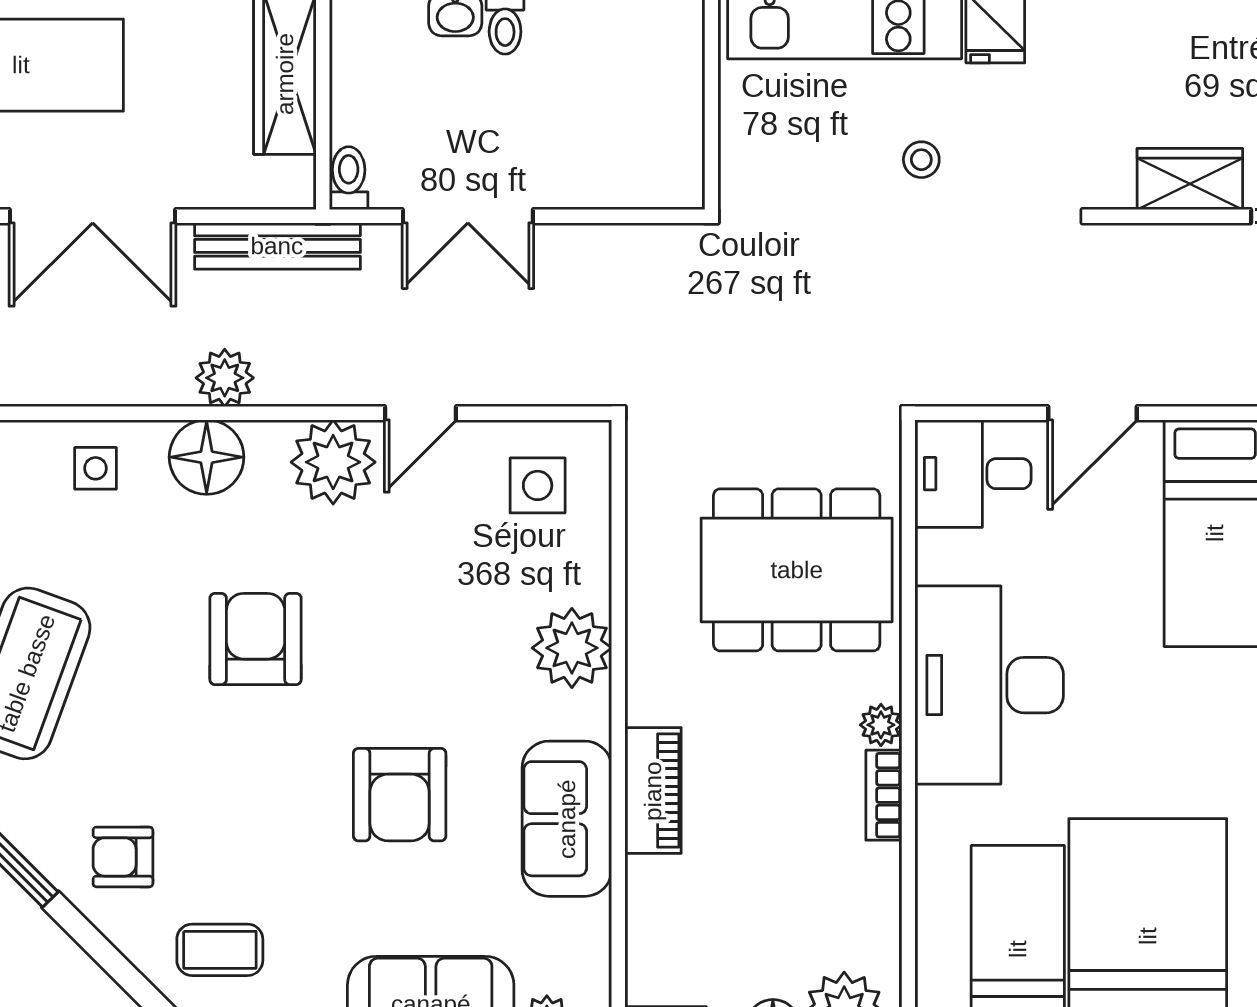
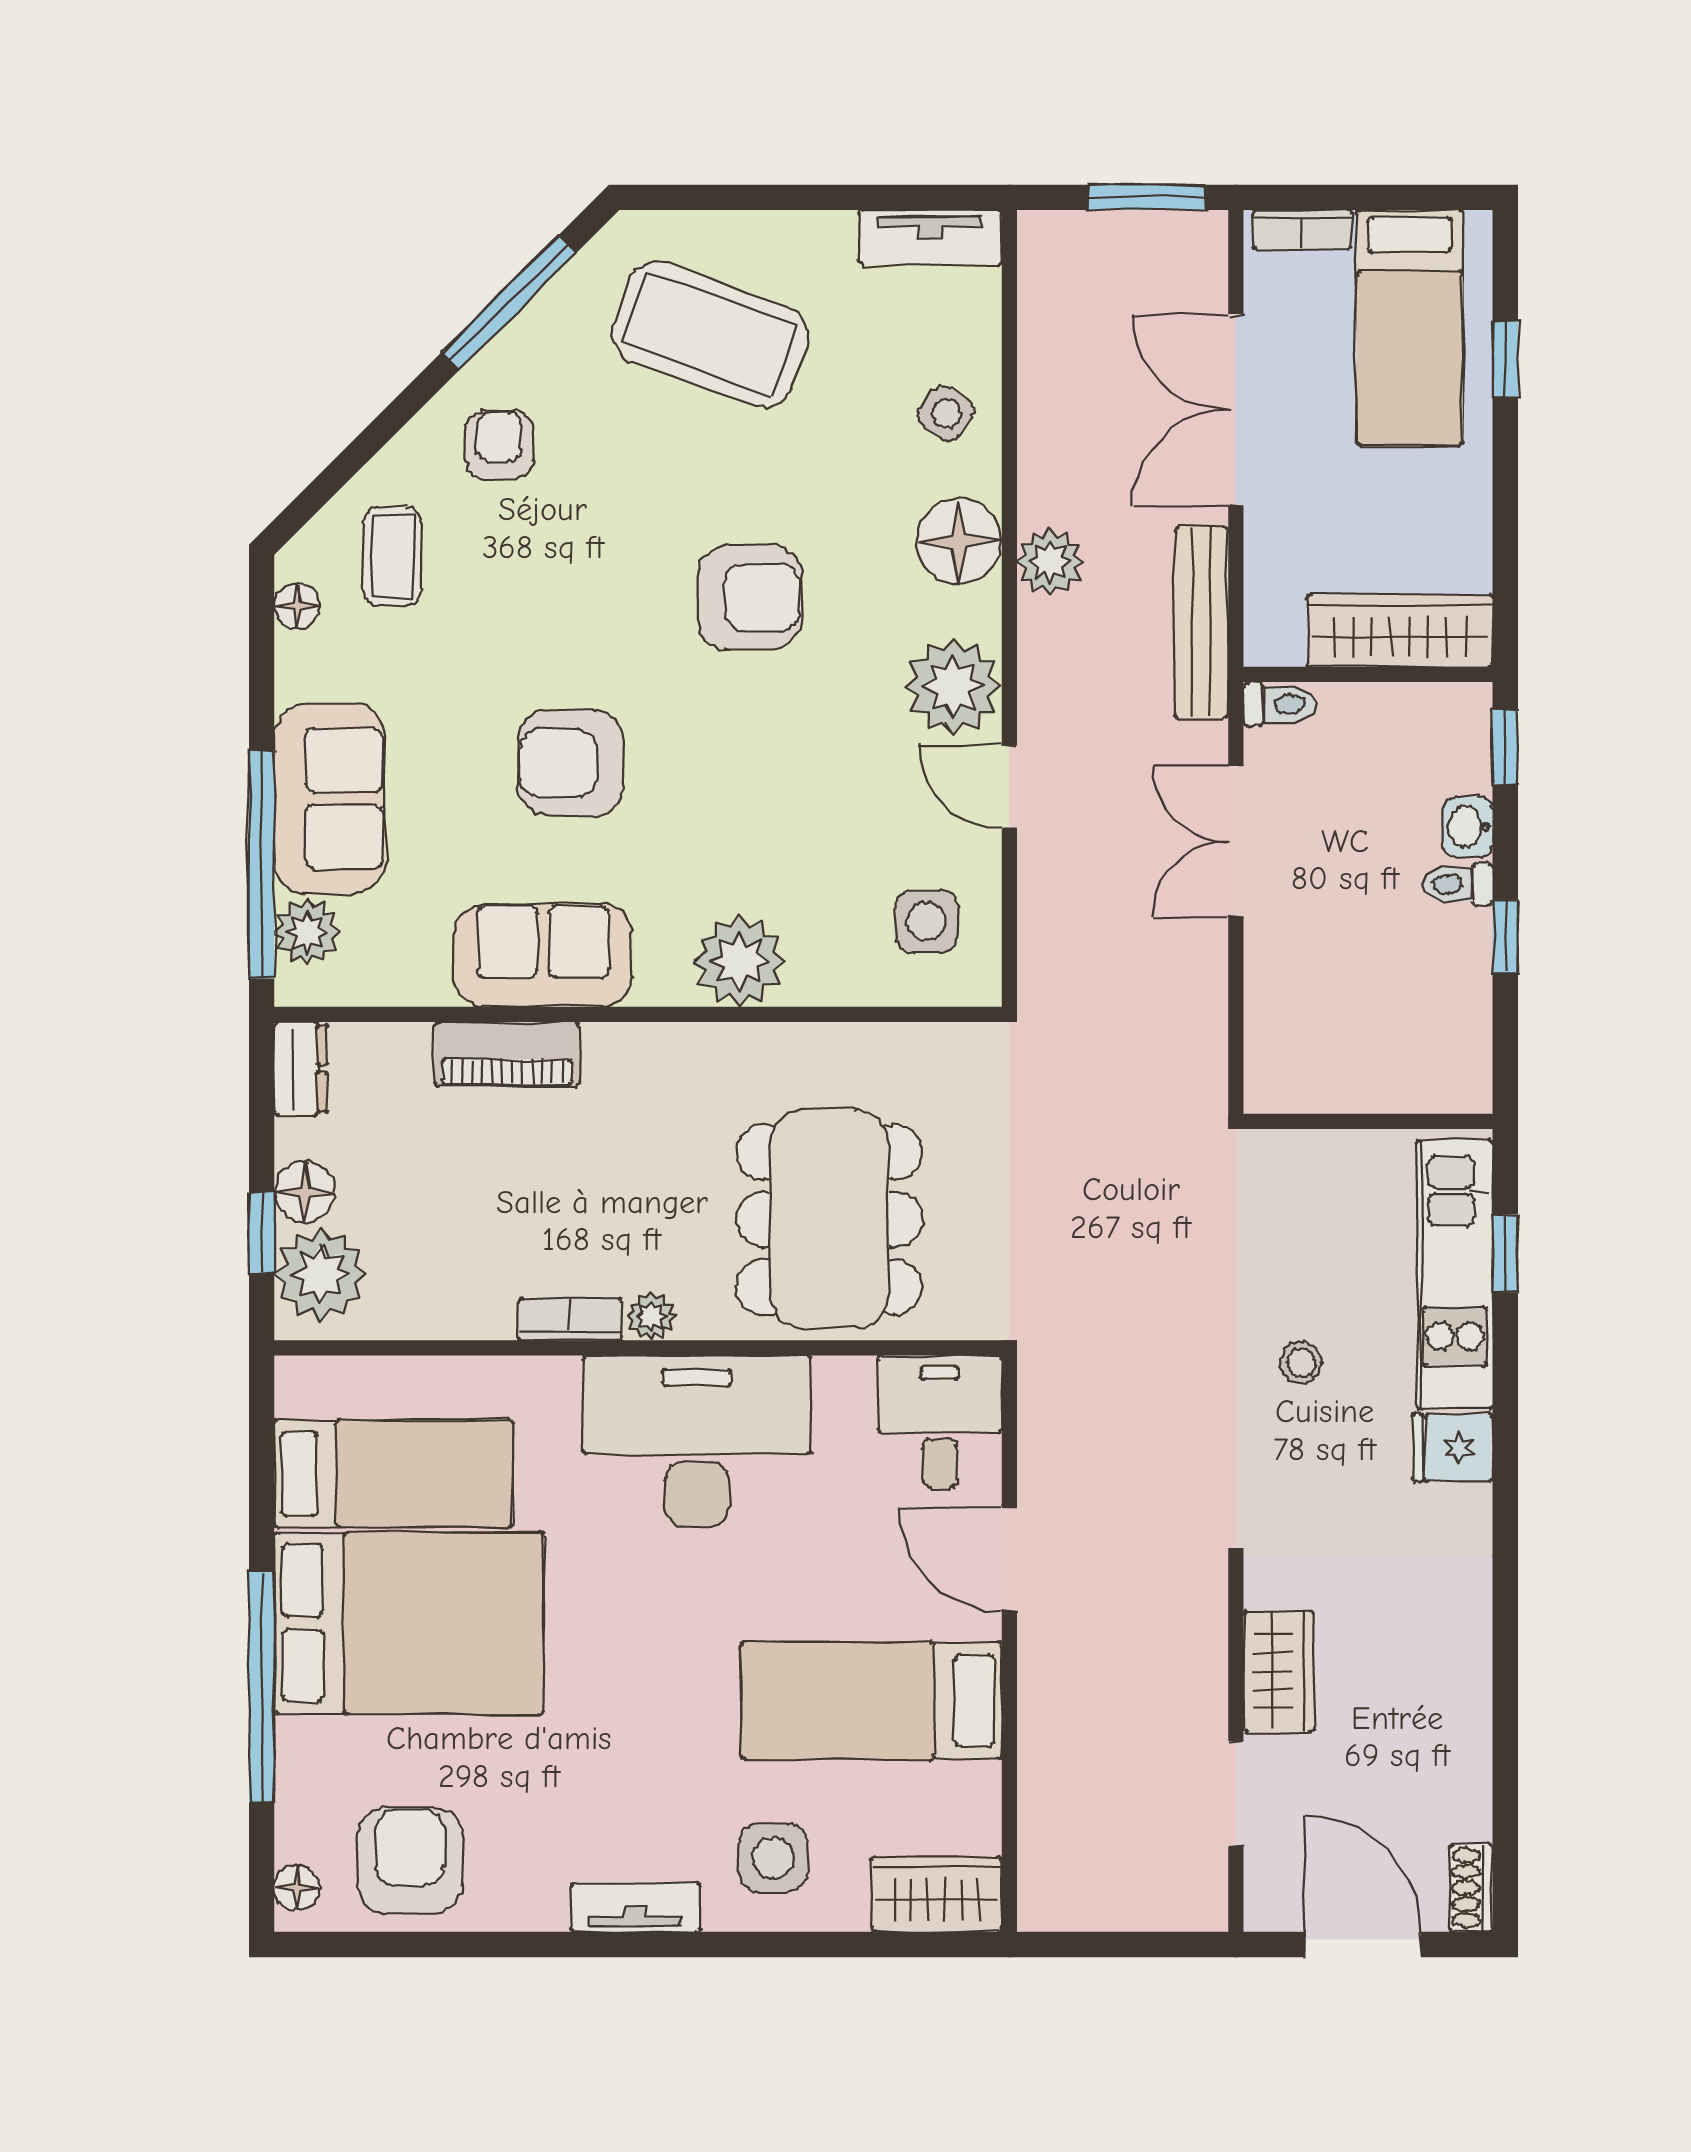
side table: (96, 468) -> (946, 413), turned 35
piano: (653, 791) -> (507, 1054), moved

